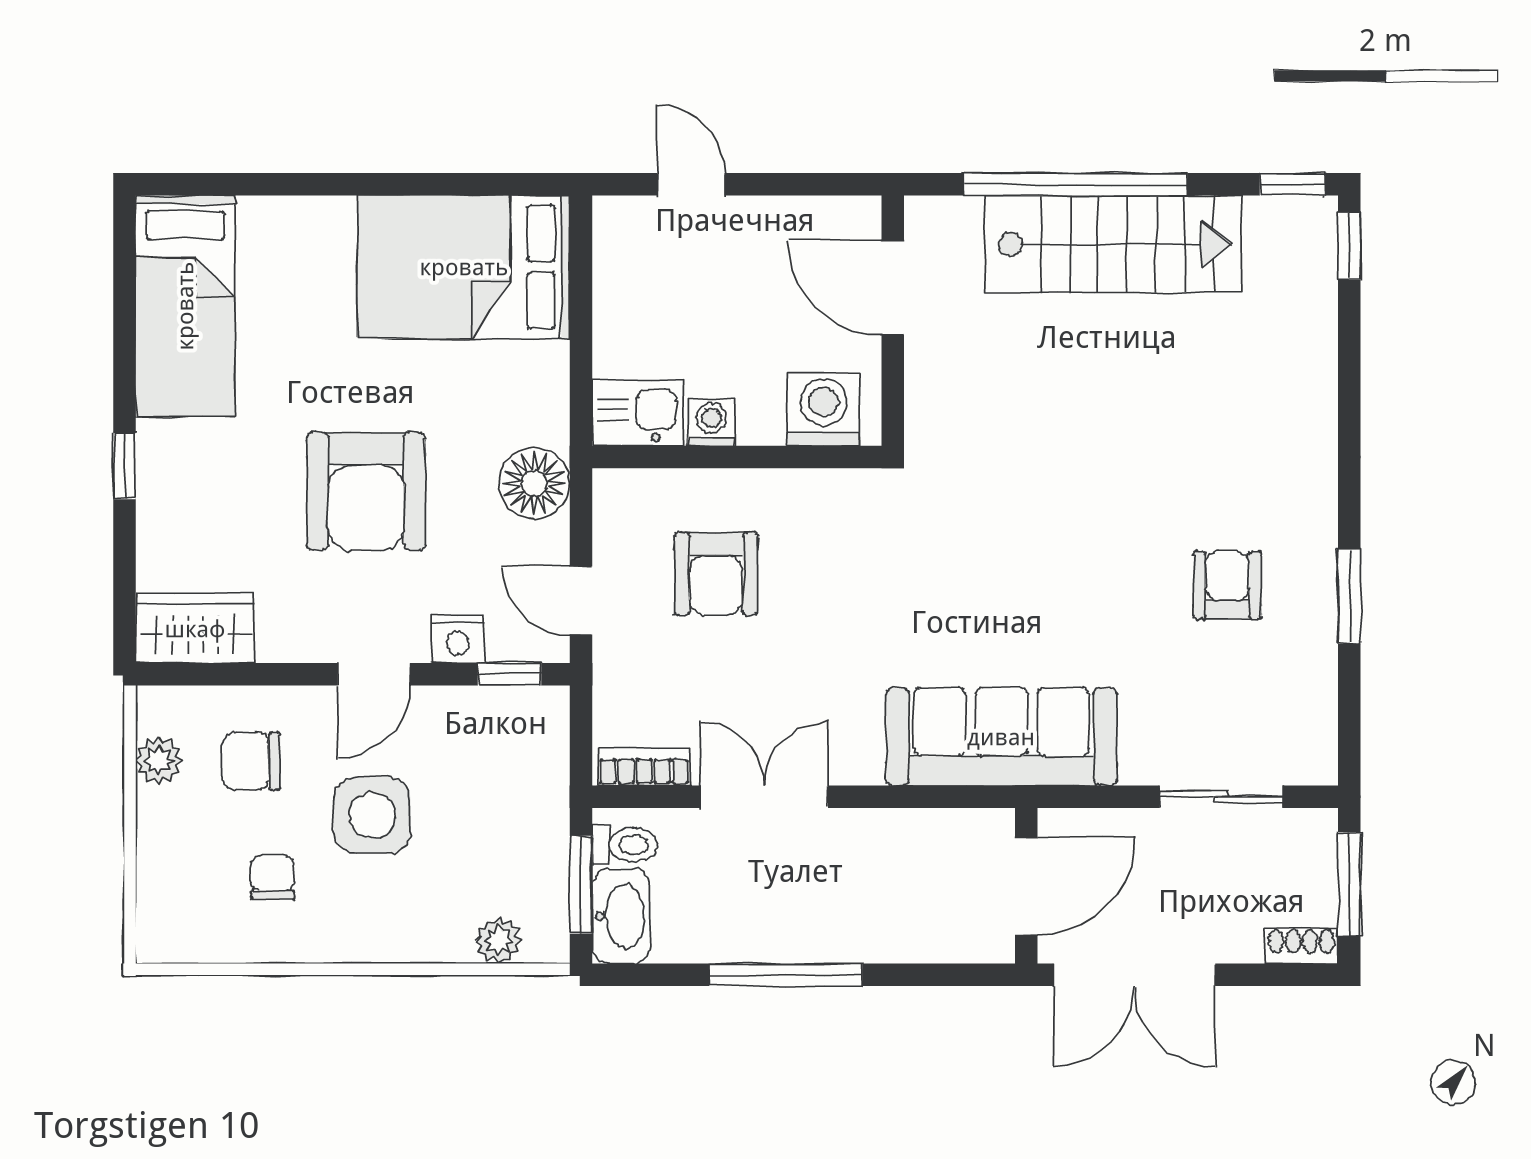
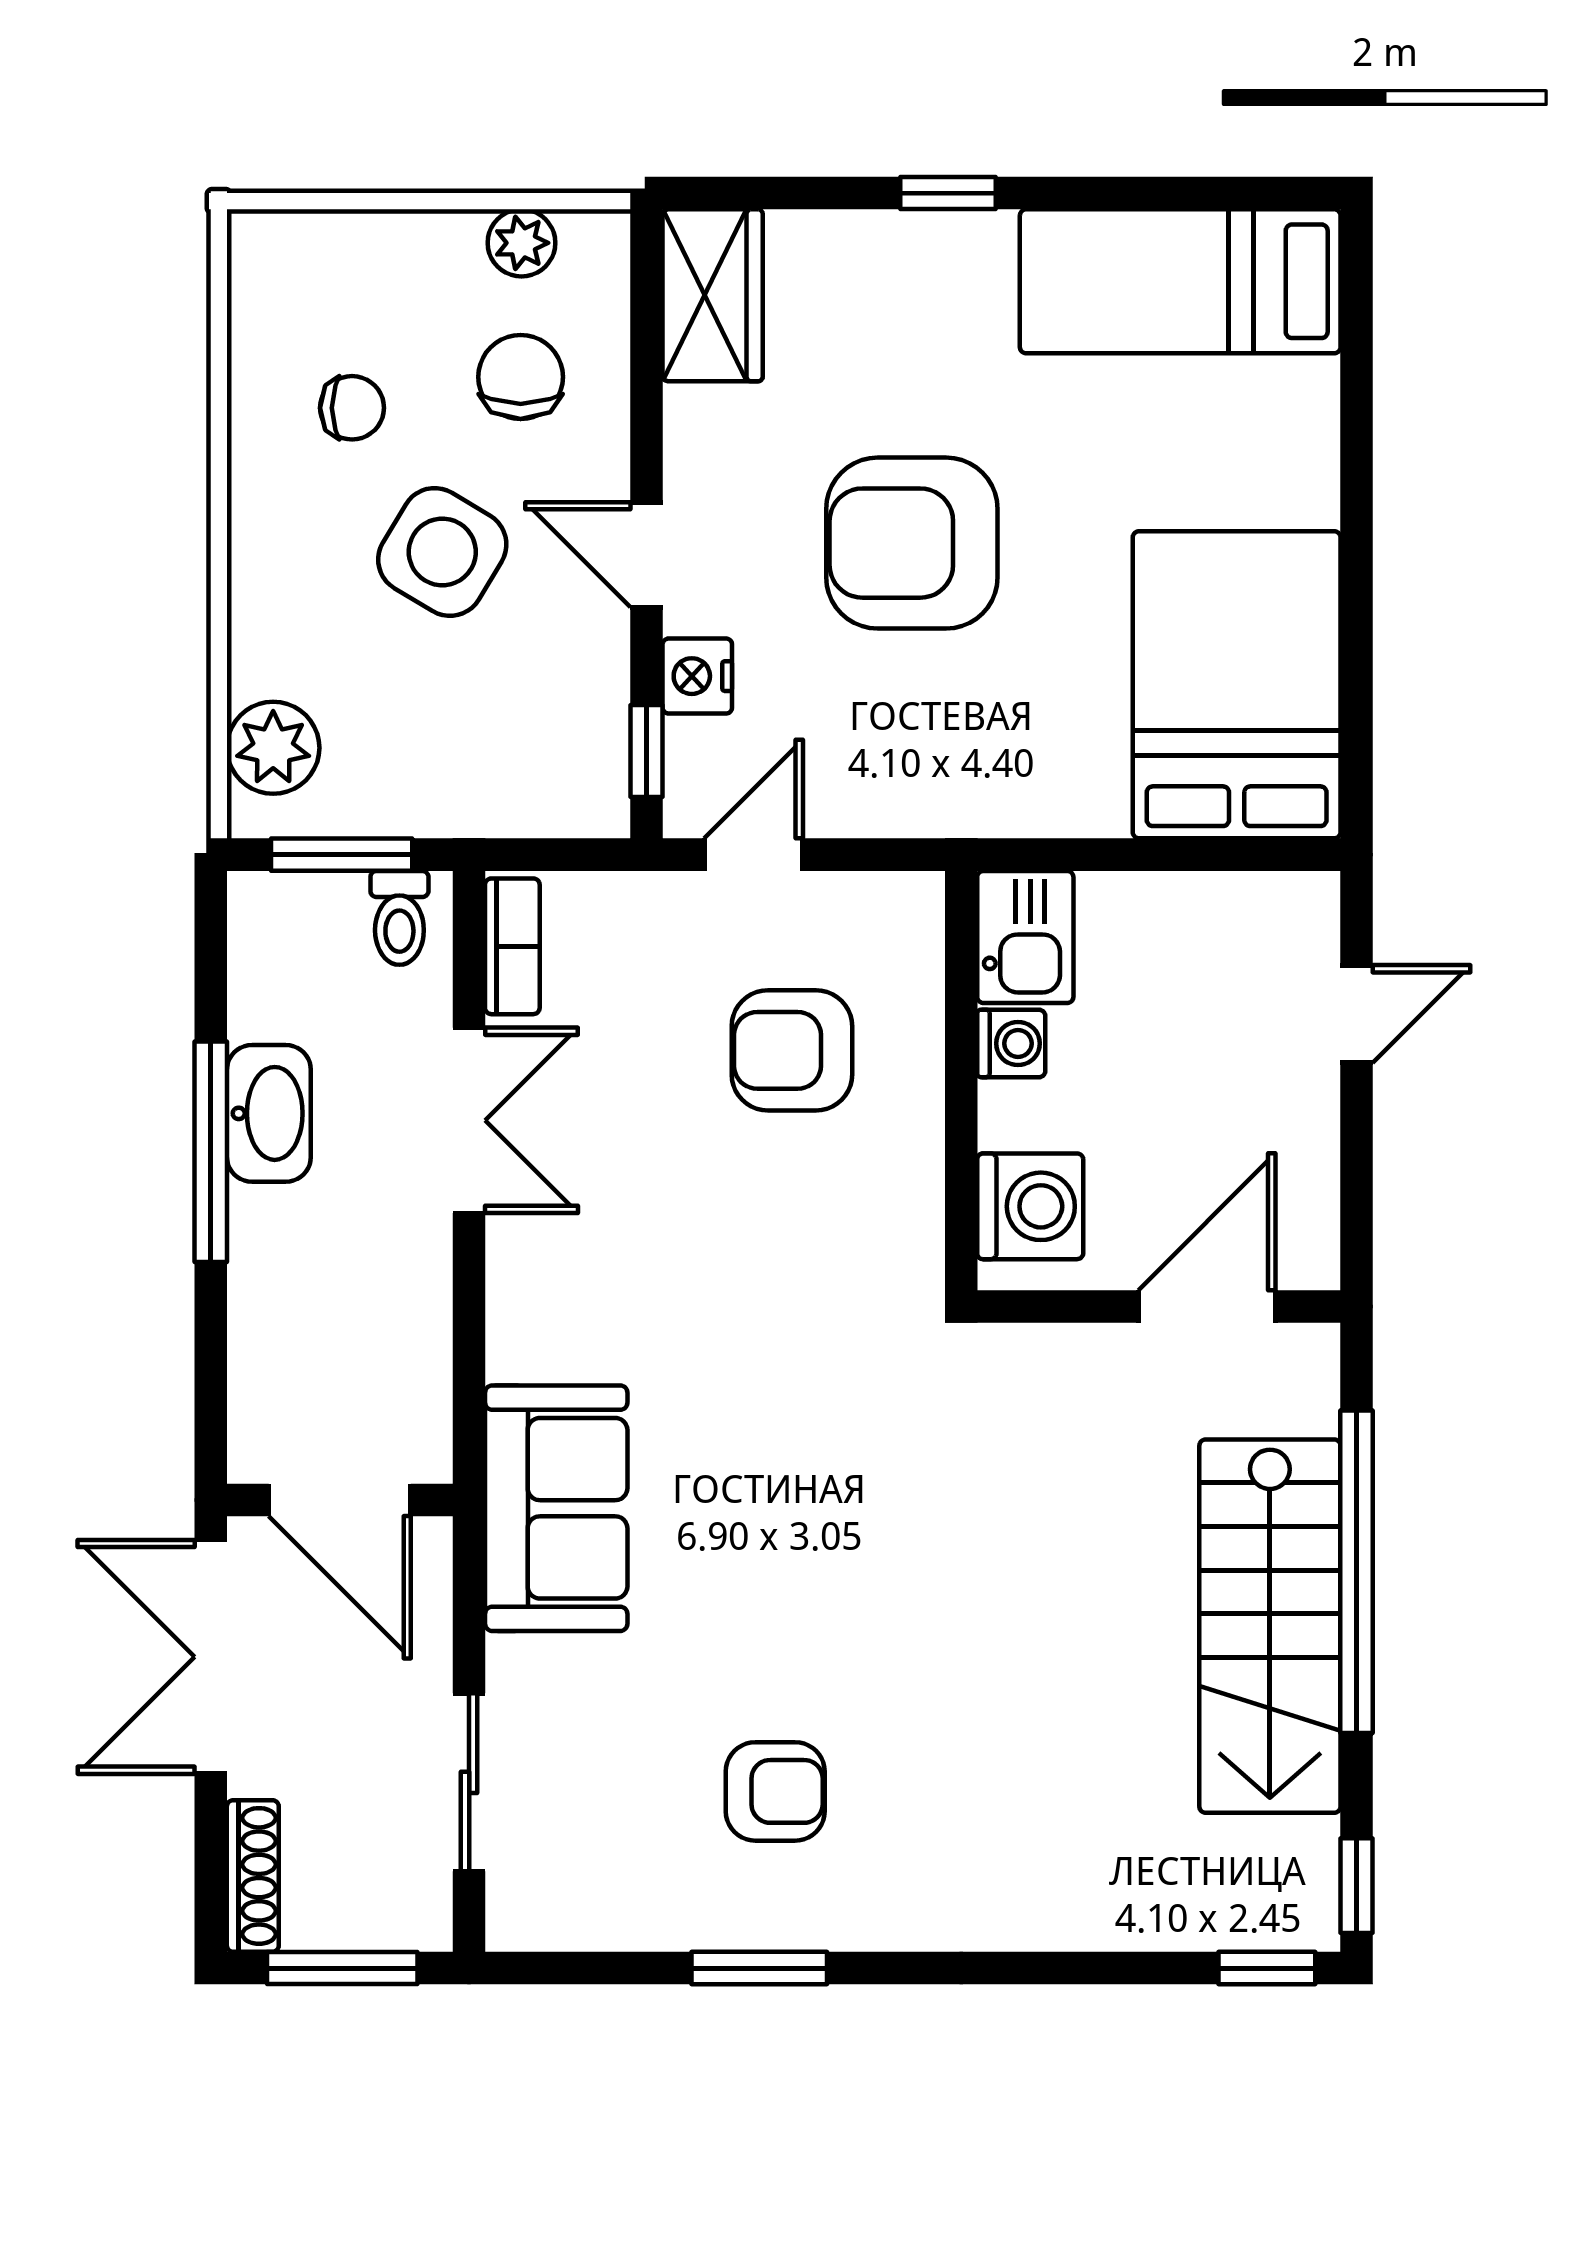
floor lamp: (534, 483) -> (923, 787), removed
sofa: (1001, 737) -> (556, 1508), width x0.73
side table: (372, 815) -> (442, 552), turned 31
washbasin: (621, 916) -> (269, 1113), moved, turned -90
plant: (499, 941) -> (273, 748), width x1.38, depth x1.38
shoe rack: (1301, 946) -> (253, 1876), width x1.43

